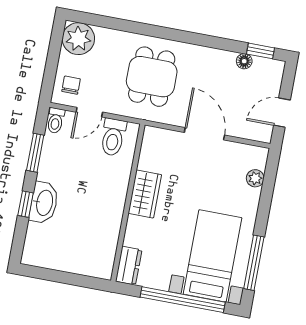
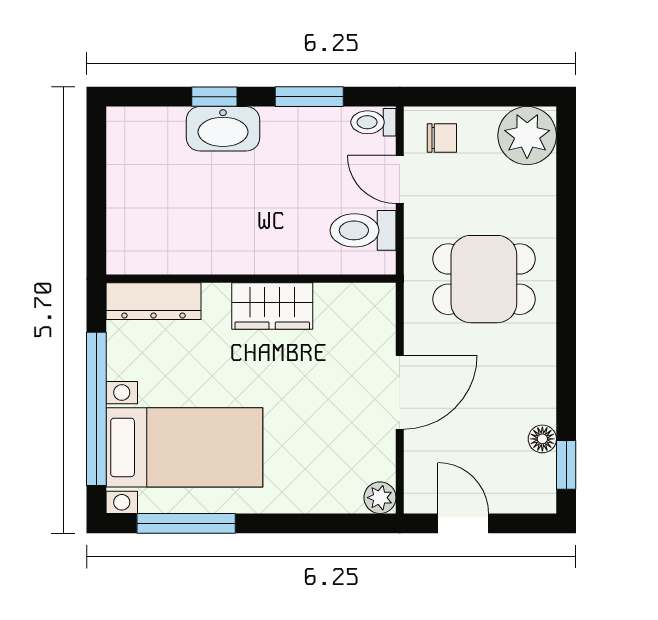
plant: (255, 178) -> (380, 498), moved
dresser: (129, 266) -> (153, 301), width x1.44

